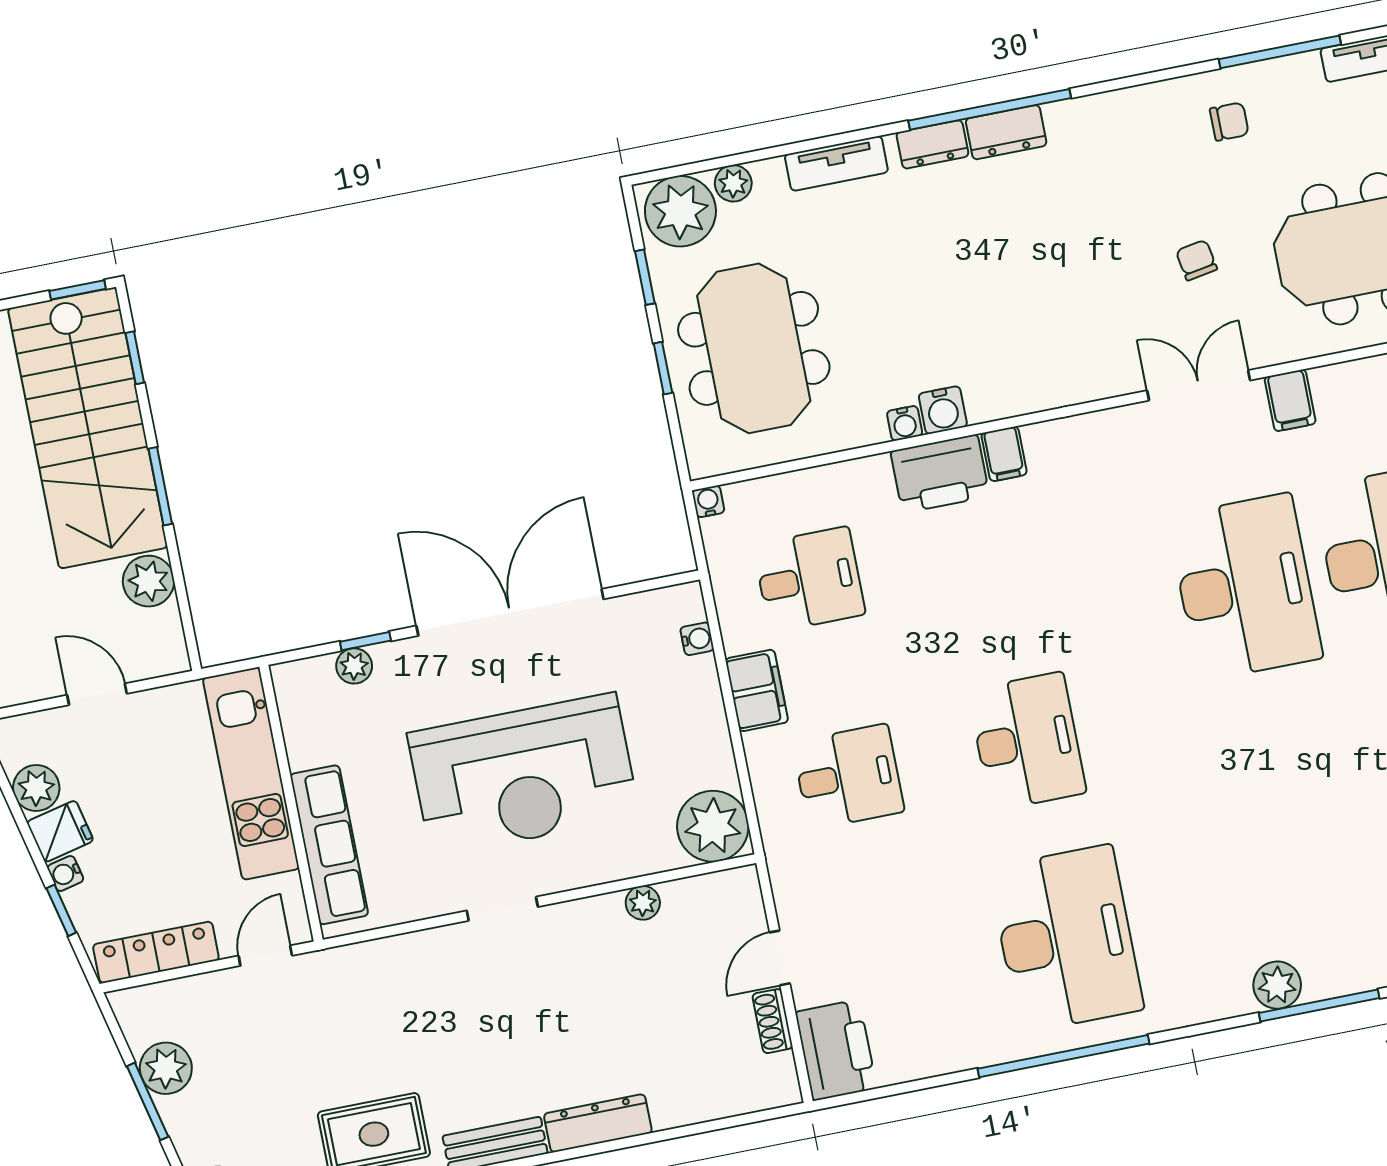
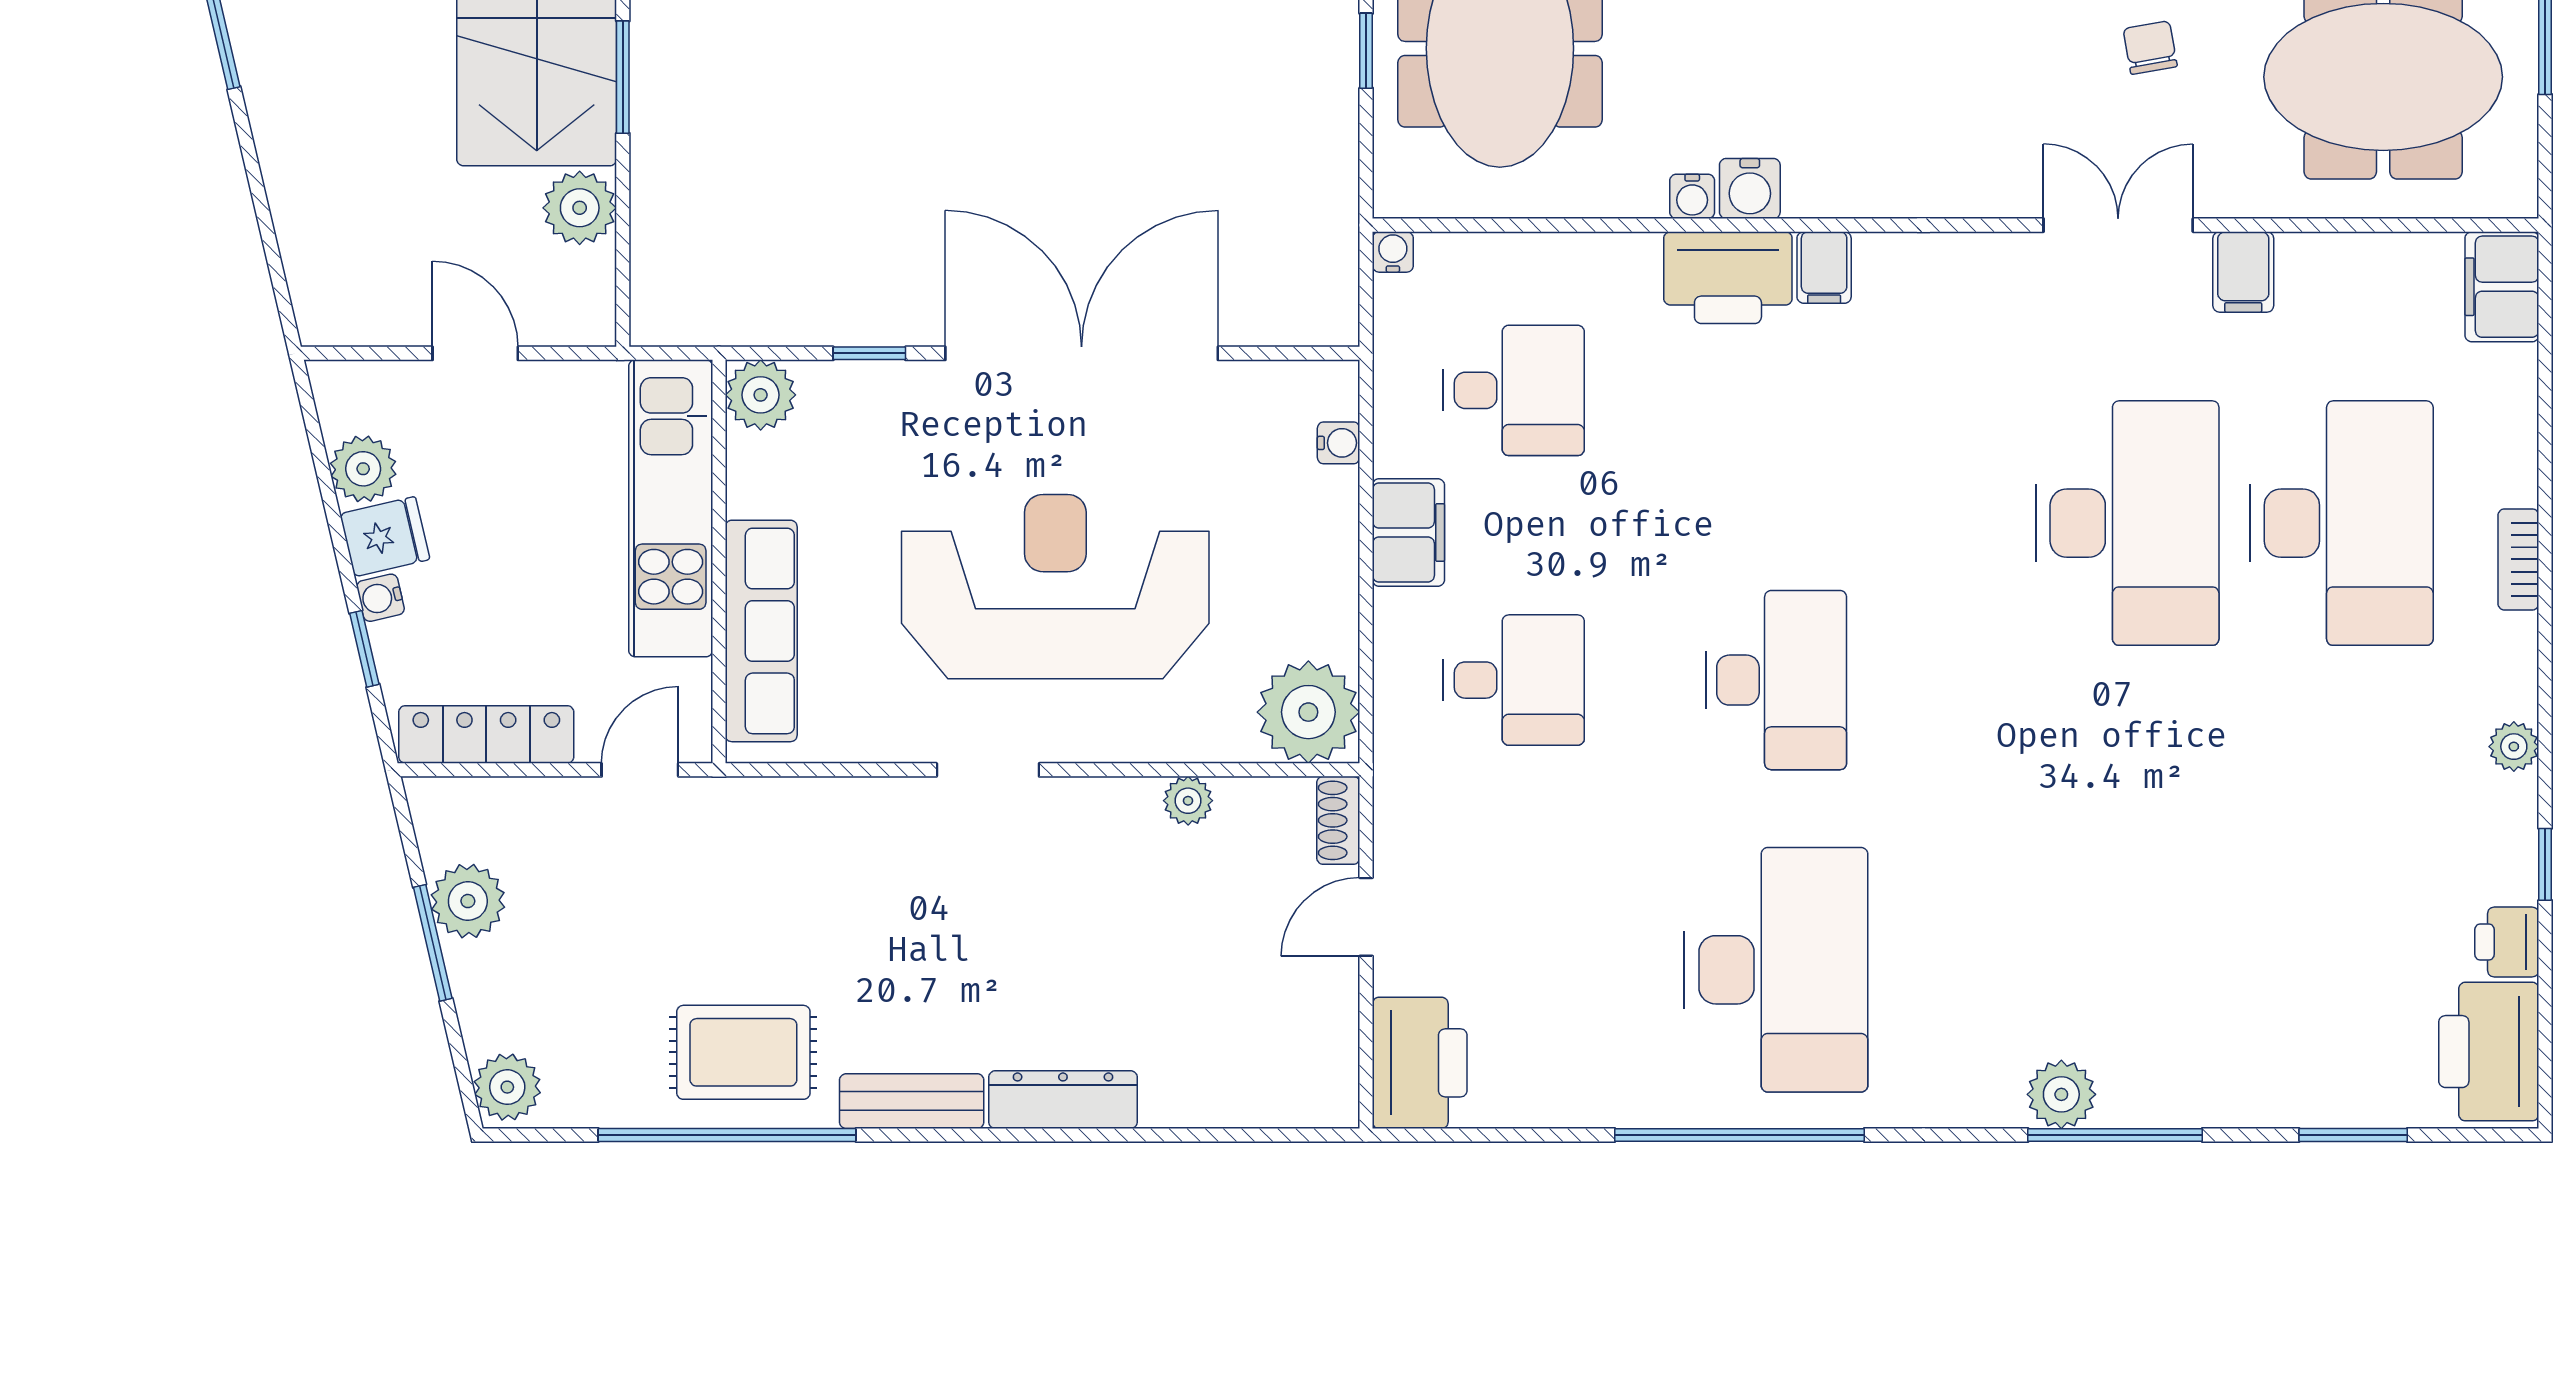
plant: (354, 666) -> (761, 395), moved, width x1.38, depth x1.38
reception desk: (524, 775) -> (1055, 587), turned 180
shoe rack: (772, 1021) -> (1338, 820), moved

